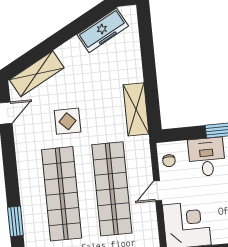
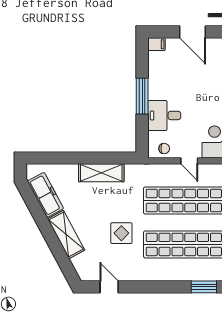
shelving: (37, 74) -> (66, 235), moved
shelving: (136, 109) -> (101, 173), moved

